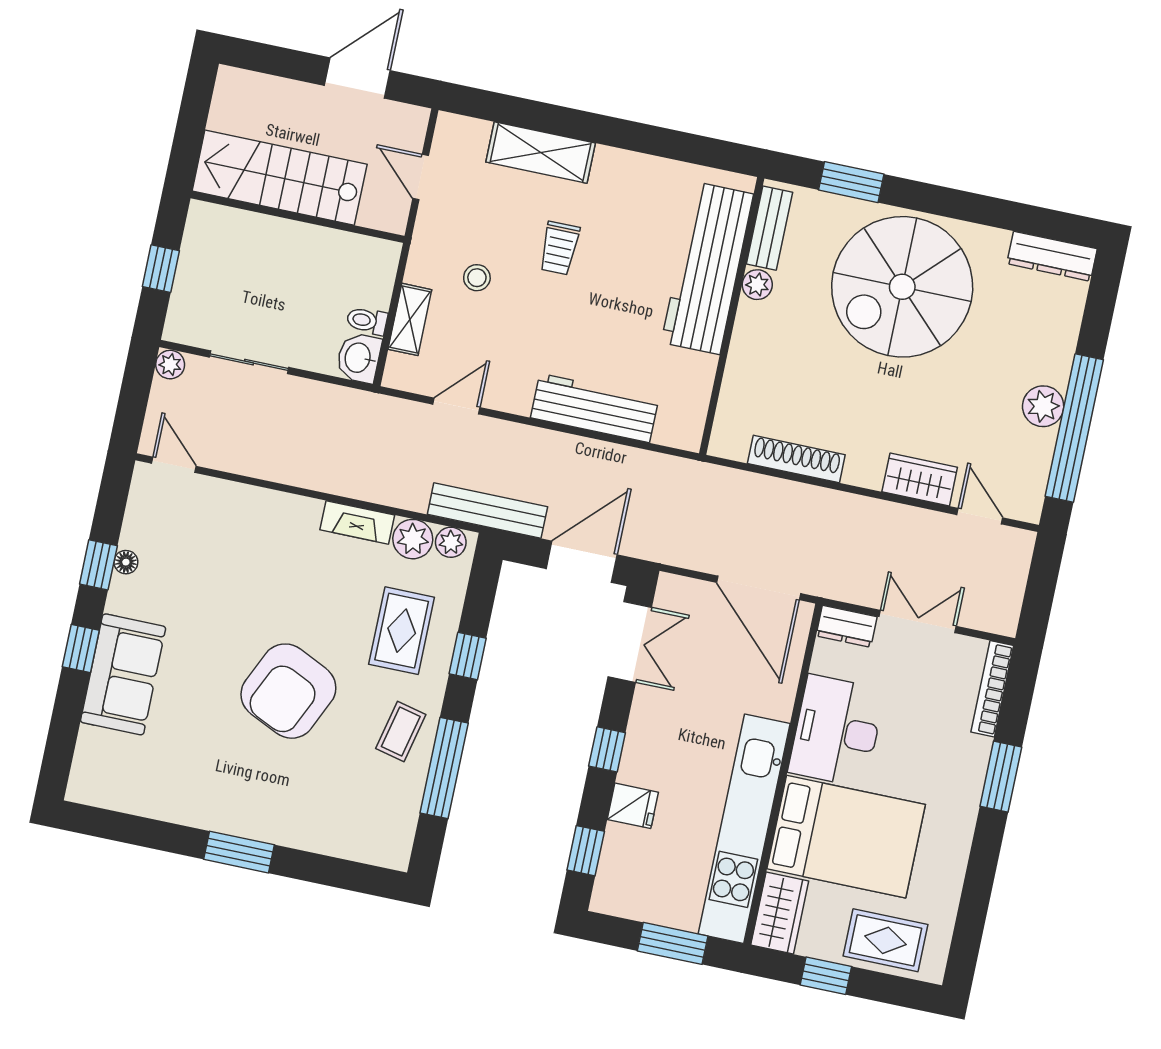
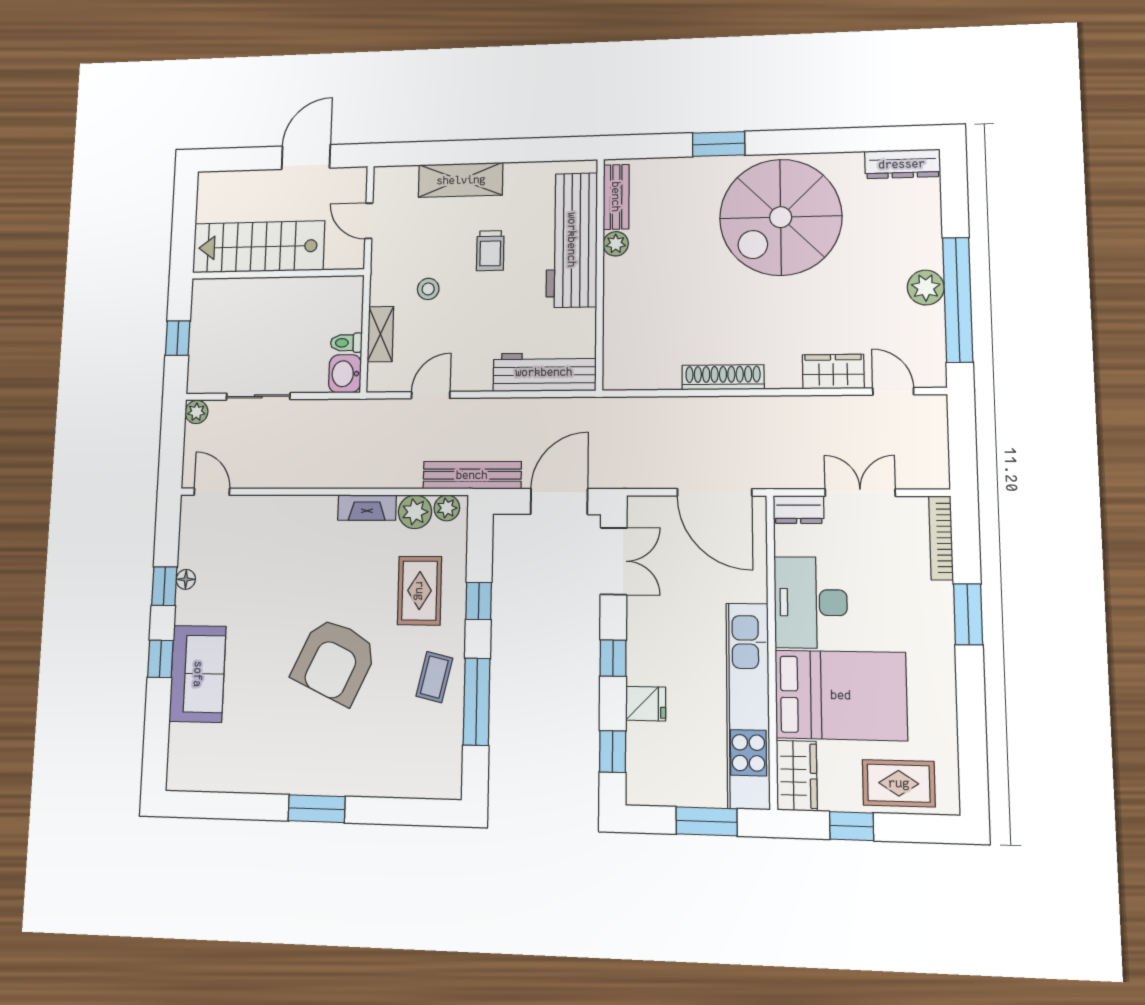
bench: (769, 228) -> (616, 197), moved
workbench: (707, 268) -> (572, 240), moved
plant: (757, 285) -> (616, 244), moved
wall: (732, 316) -> (600, 273), moved

